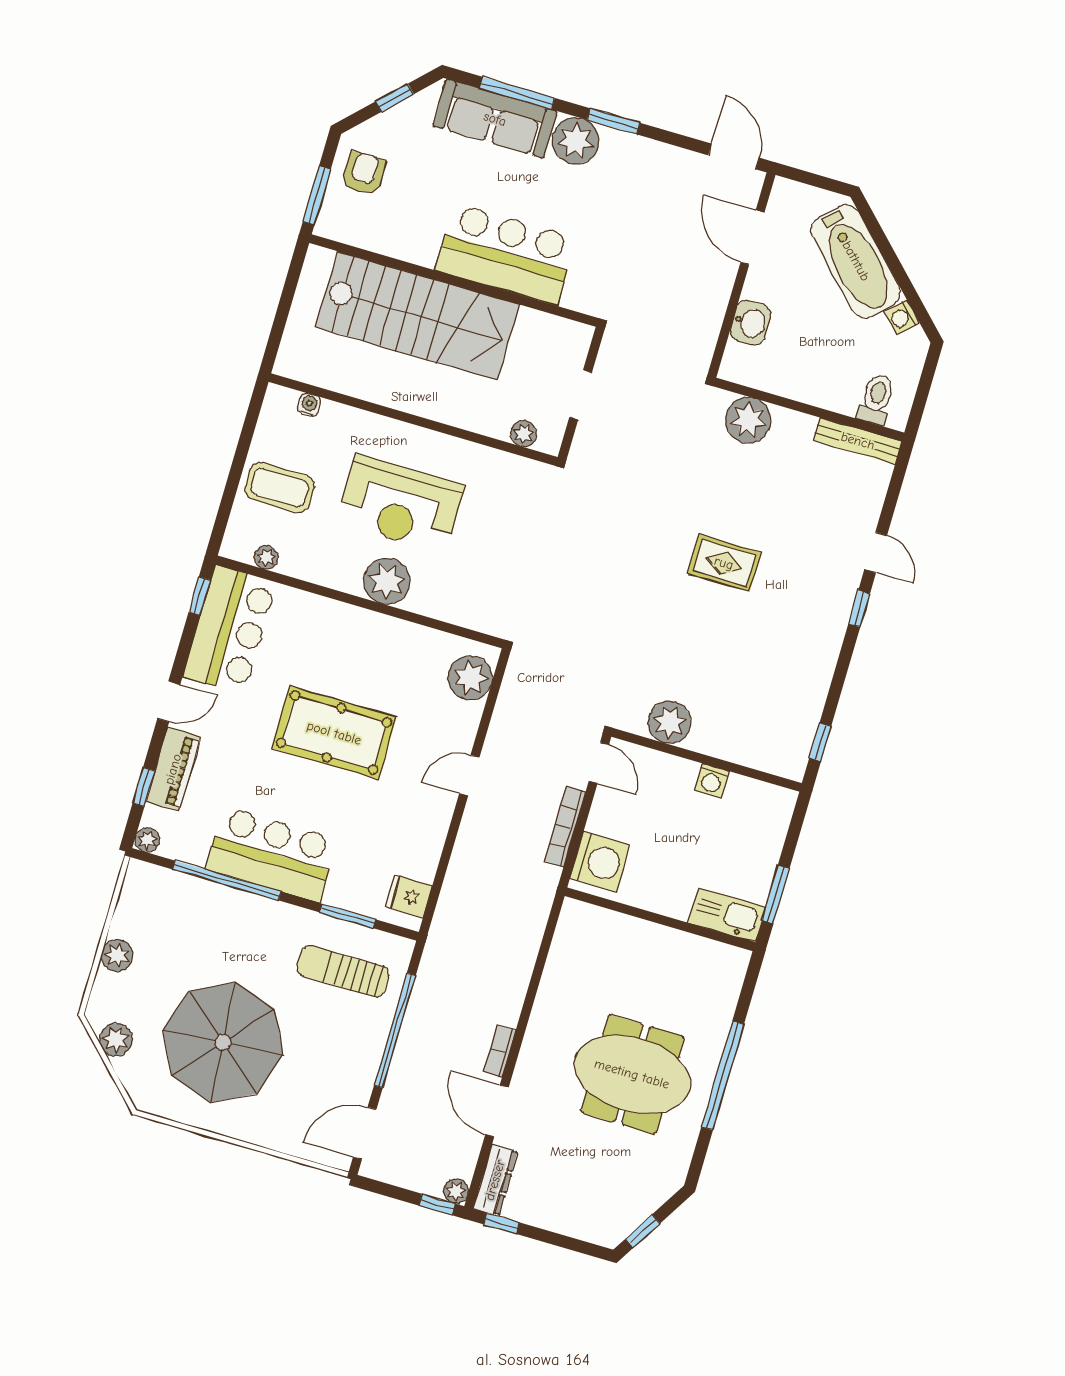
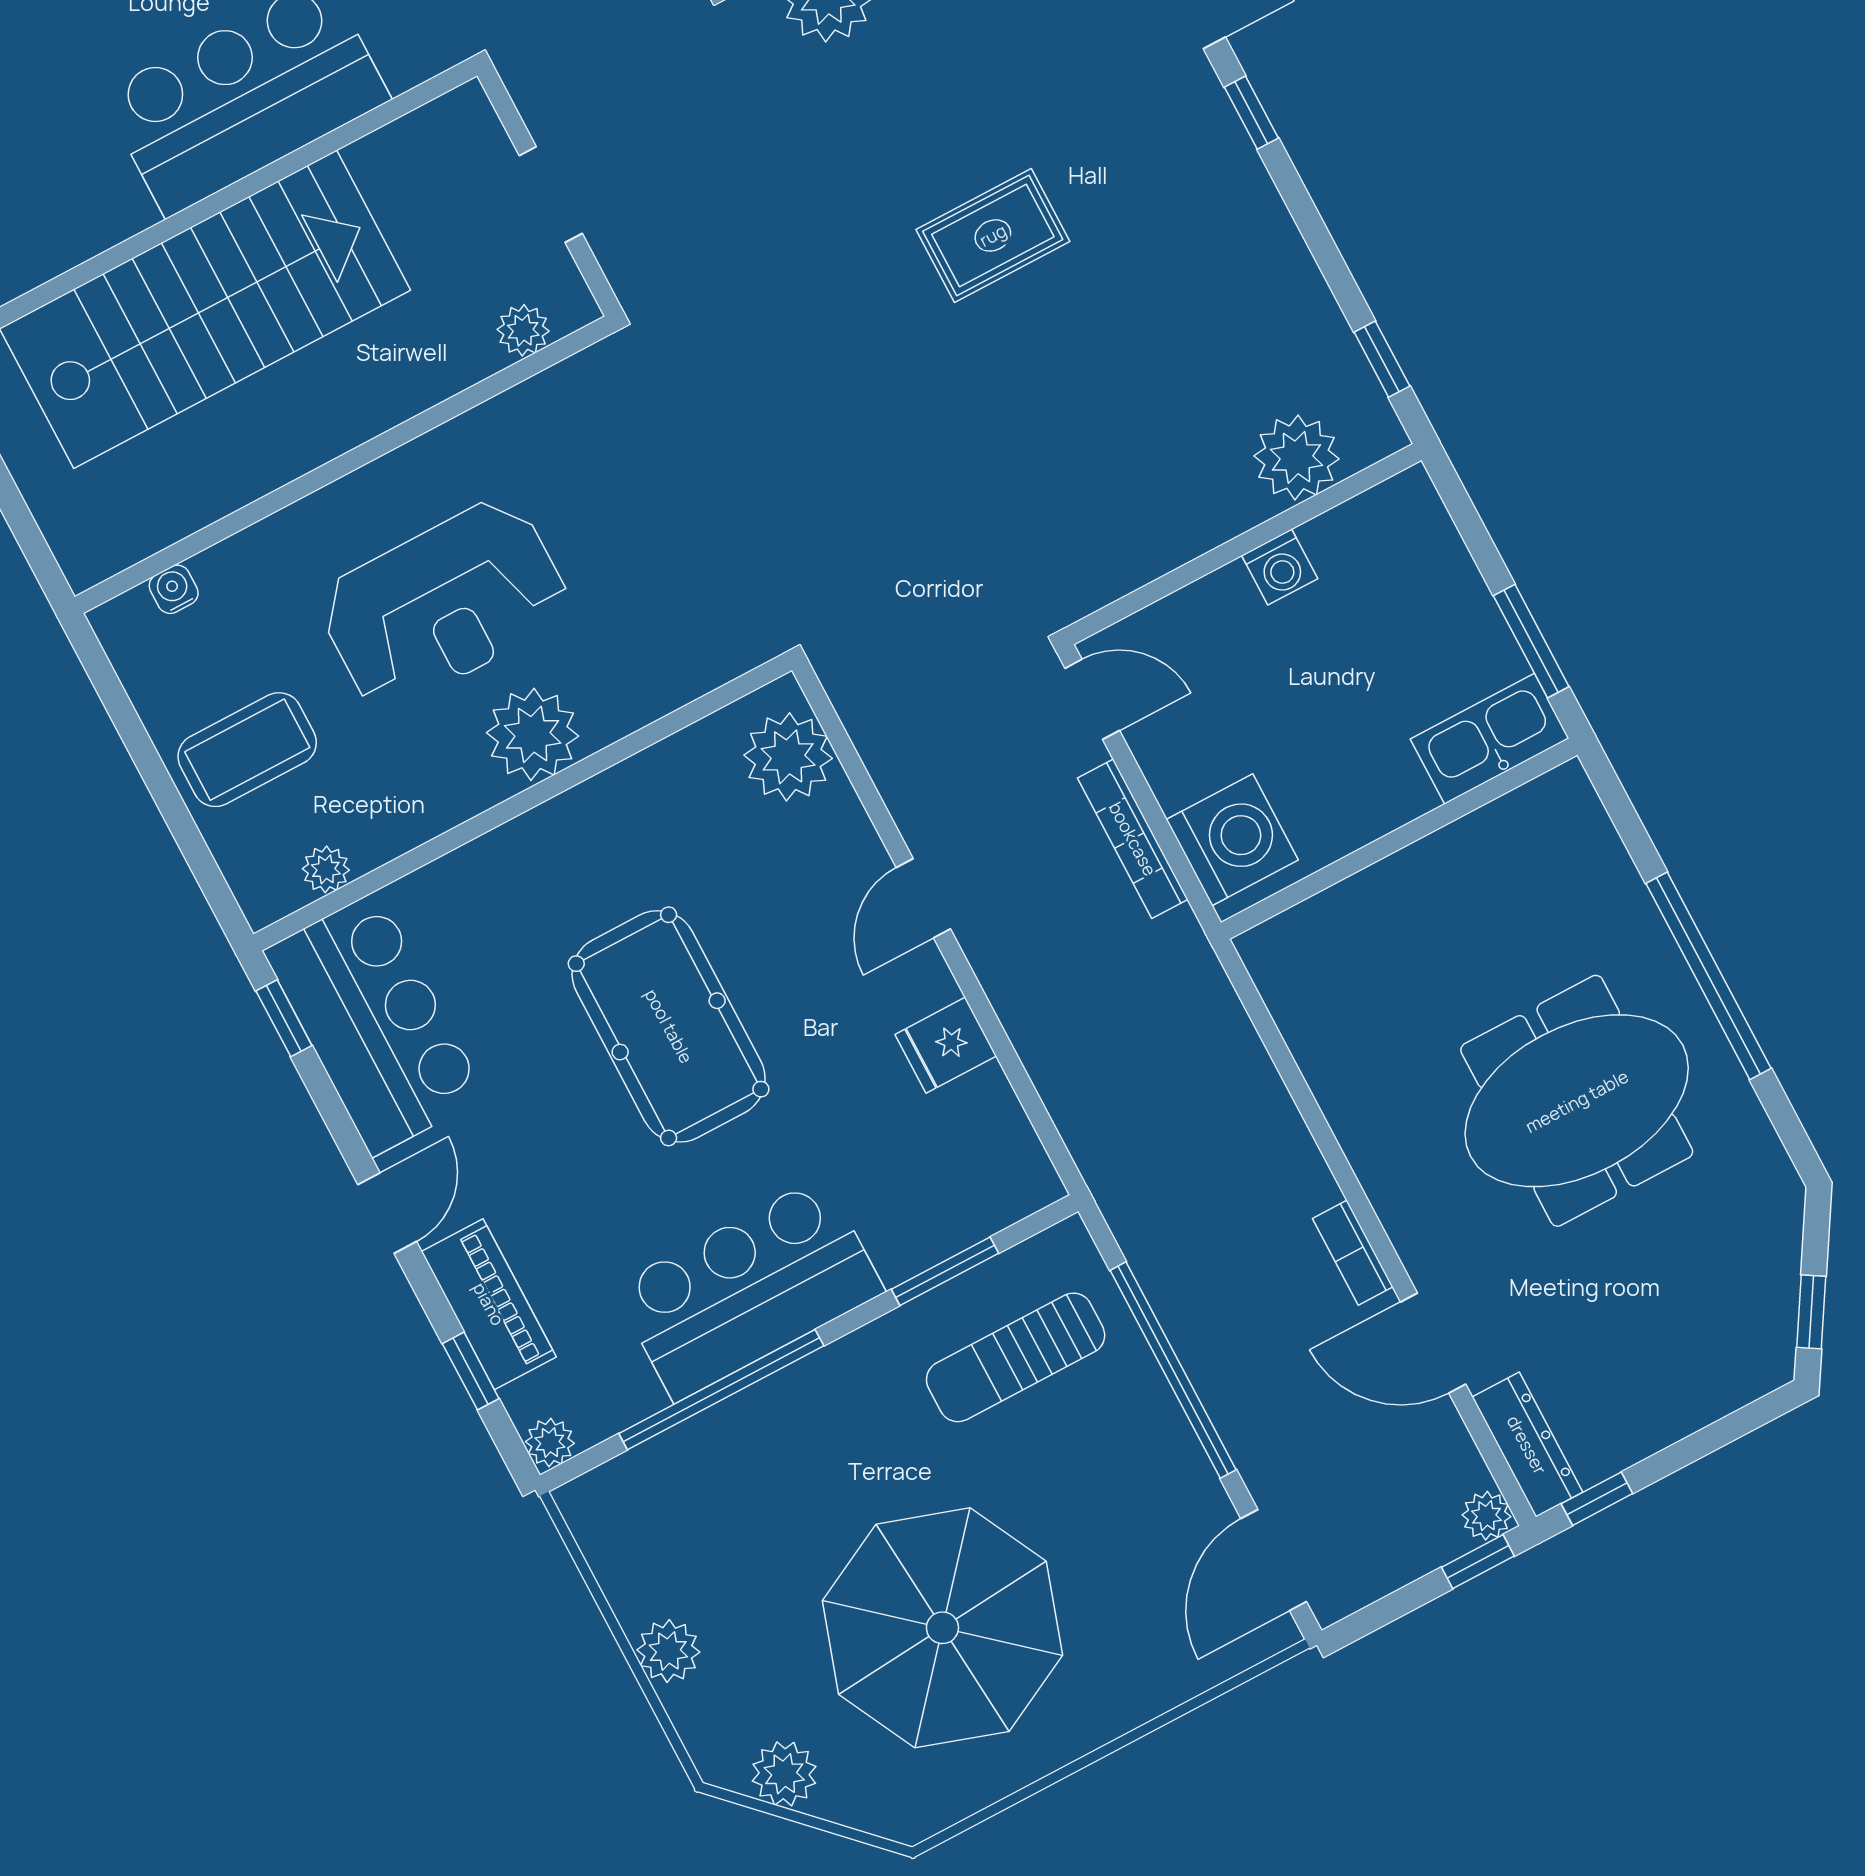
plant: (669, 722) -> (1296, 457), moved
pool table: (334, 733) -> (669, 1026), turned 90
fridge: (409, 896) -> (946, 1045), moved

